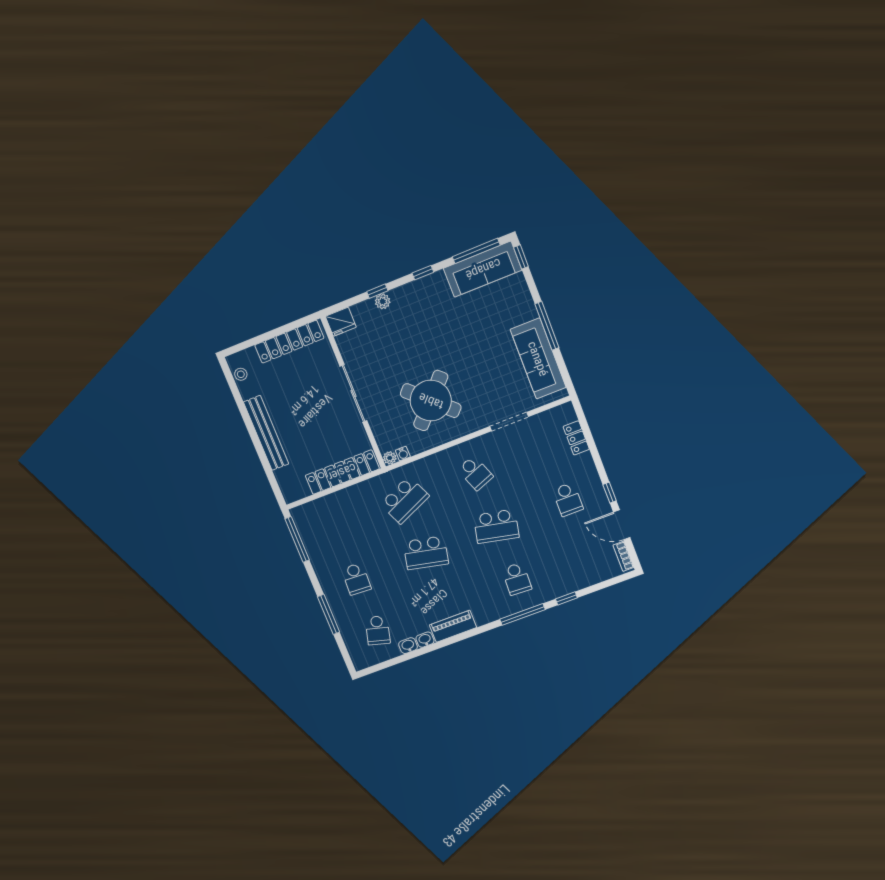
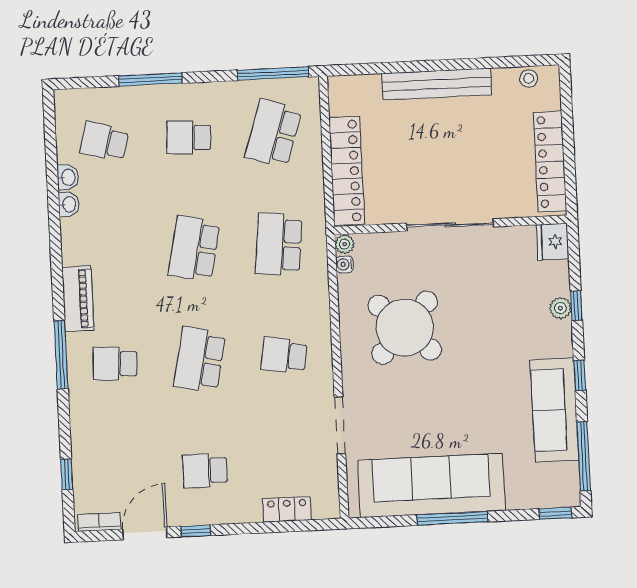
sofa: (483, 269) -> (555, 410), moved
sofa: (538, 359) -> (431, 485), width x1.36, depth x1.27
school desk: (475, 473) -> (284, 355), turned 30
school desk: (405, 500) -> (279, 244), turned 30
school desk: (335, 527) -> (273, 133), added
window: (566, 598) -> (67, 474), moved
piano: (453, 626) -> (78, 299), moved

